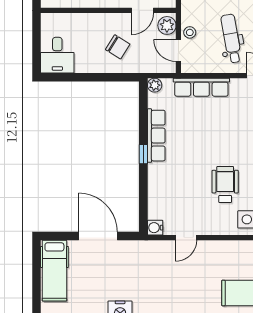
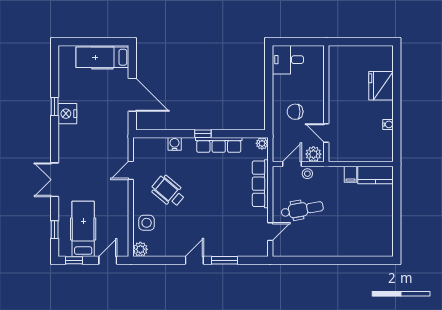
chair: (118, 47) -> (295, 112), turned 58
wheelchair: (225, 185) -> (168, 191), moved, turned -140
water cooler: (155, 228) -> (175, 144), moved
door: (98, 236) -> (132, 95), hinge flipped
door: (186, 238) -> (131, 170), hinge flipped

